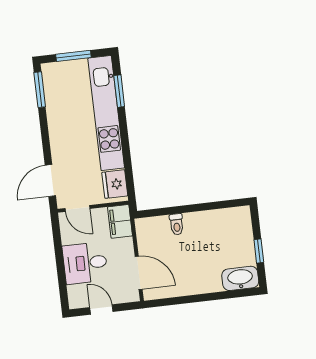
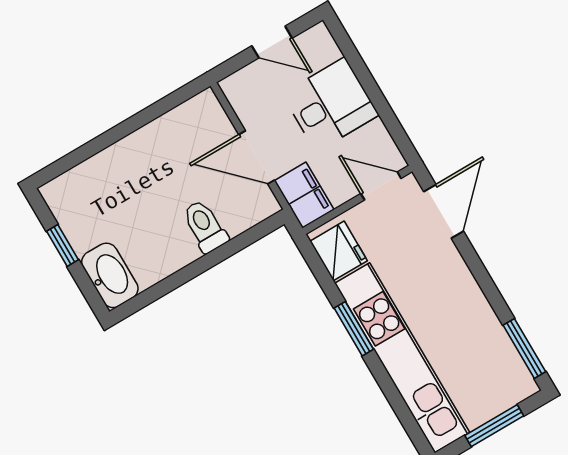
window: (119, 91) -> (354, 329), moved
toilet: (177, 224) -> (205, 226), width x1.37, depth x1.39
door: (139, 273) -> (257, 157), moved
washbasin: (240, 278) -> (110, 275), moved, turned -90

